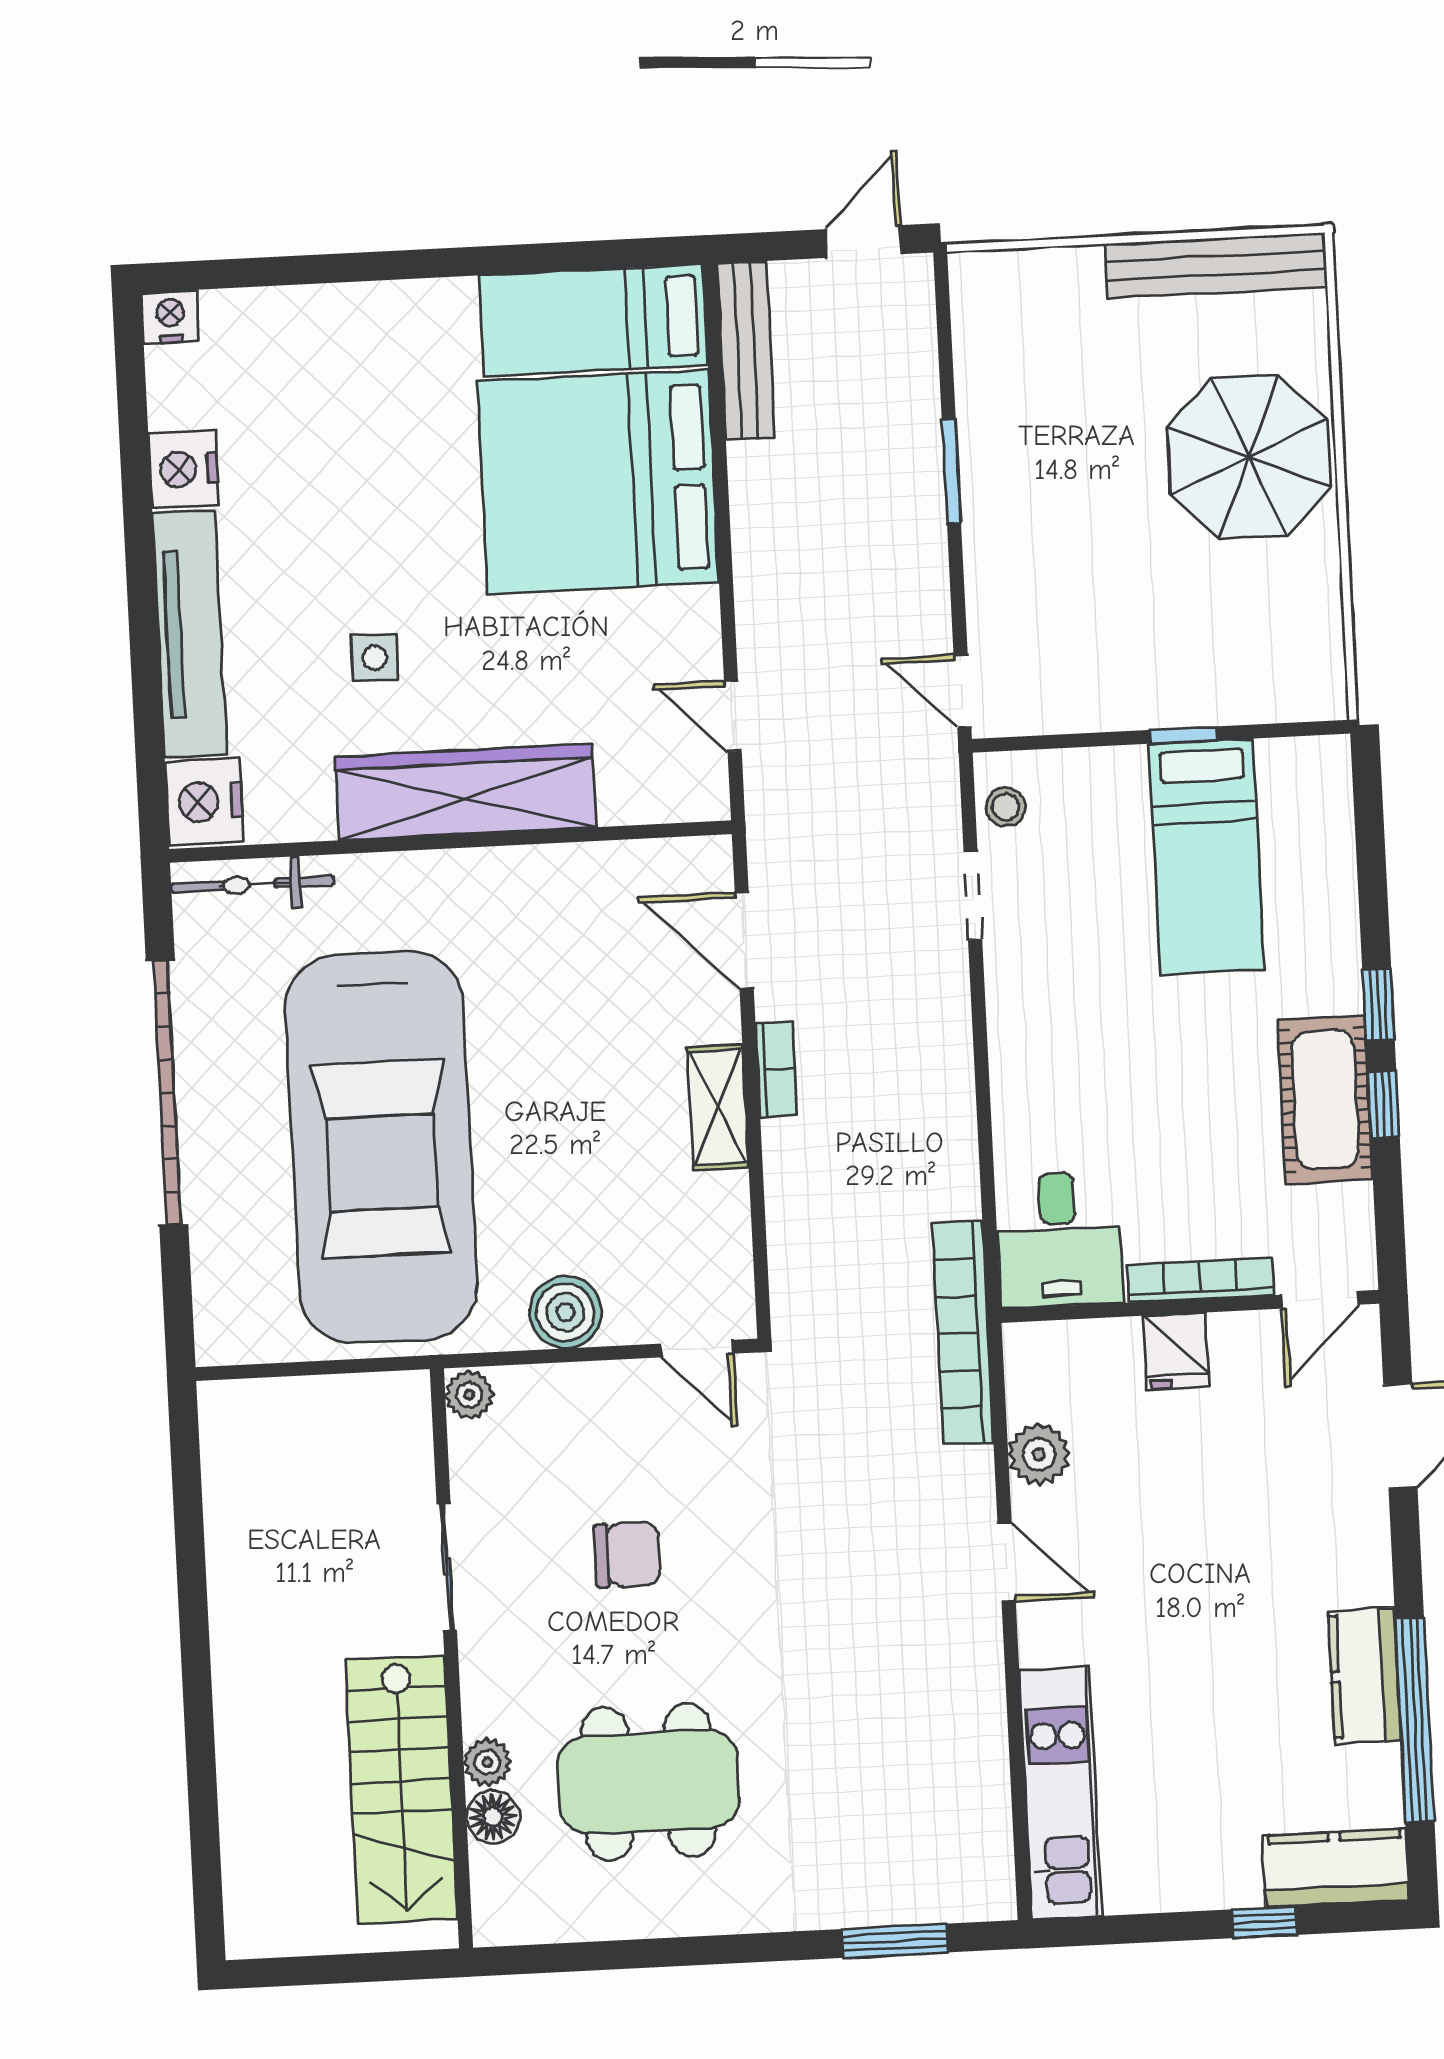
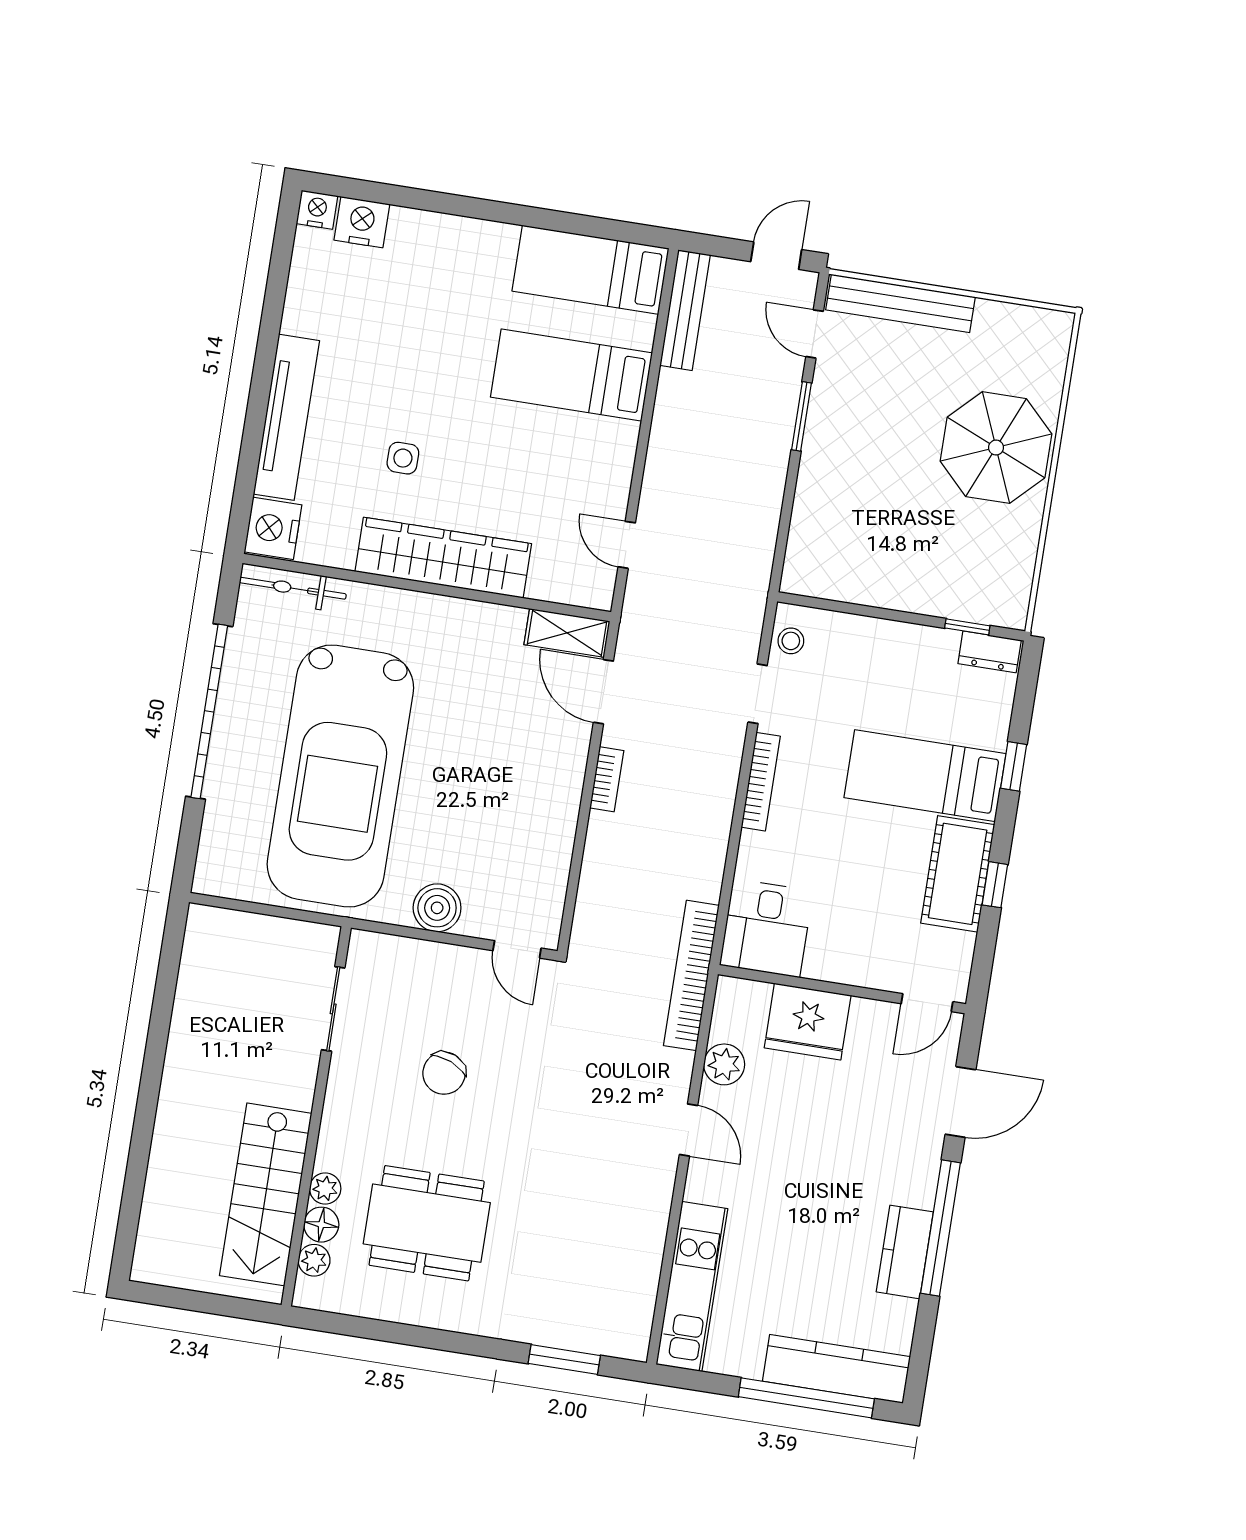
bench: (1216, 266) -> (900, 303), moved
nightstand: (184, 469) -> (362, 222), moved, turned 90
bed: (598, 482) -> (571, 375), width x0.49
door: (962, 691) -> (815, 334), moved
window: (1184, 735) -> (967, 627), moved
dresser: (1303, 761) -> (990, 652), added
bed: (1206, 857) -> (925, 776), moved, turned 90
window: (1378, 1005) -> (1014, 766), moved
shelving: (718, 1107) -> (567, 633), moved, turned 90
bookcase: (1200, 1280) -> (761, 782), moved, turned 90
fridge: (1176, 1351) -> (808, 1022), width x1.88, depth x1.34
plant: (469, 1395) -> (314, 1260), moved
chair: (627, 1555) -> (444, 1073), turned 113
sliding door: (447, 1567) -> (333, 1009), moved
window: (1415, 1720) -> (941, 1228), moved
kitchen counter: (1336, 1868) -> (836, 1369), width x1.50
window: (1265, 1922) -> (806, 1398), width x3.17

